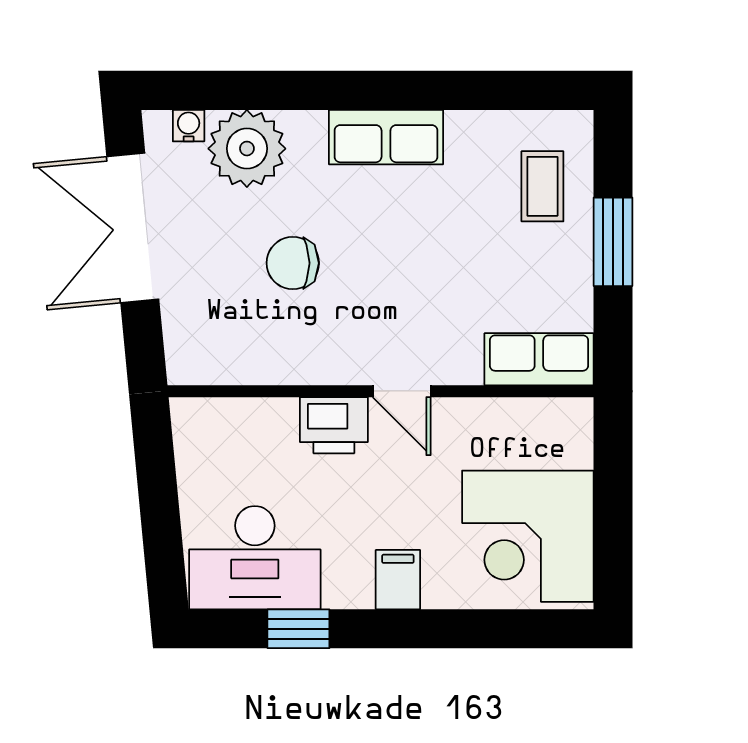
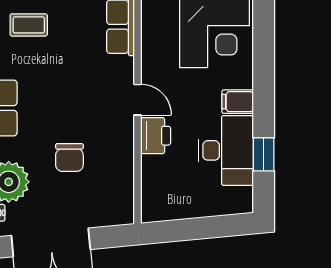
door: (402, 391) -> (138, 100), hinge flipped
desk: (255, 558) -> (226, 150), moved

